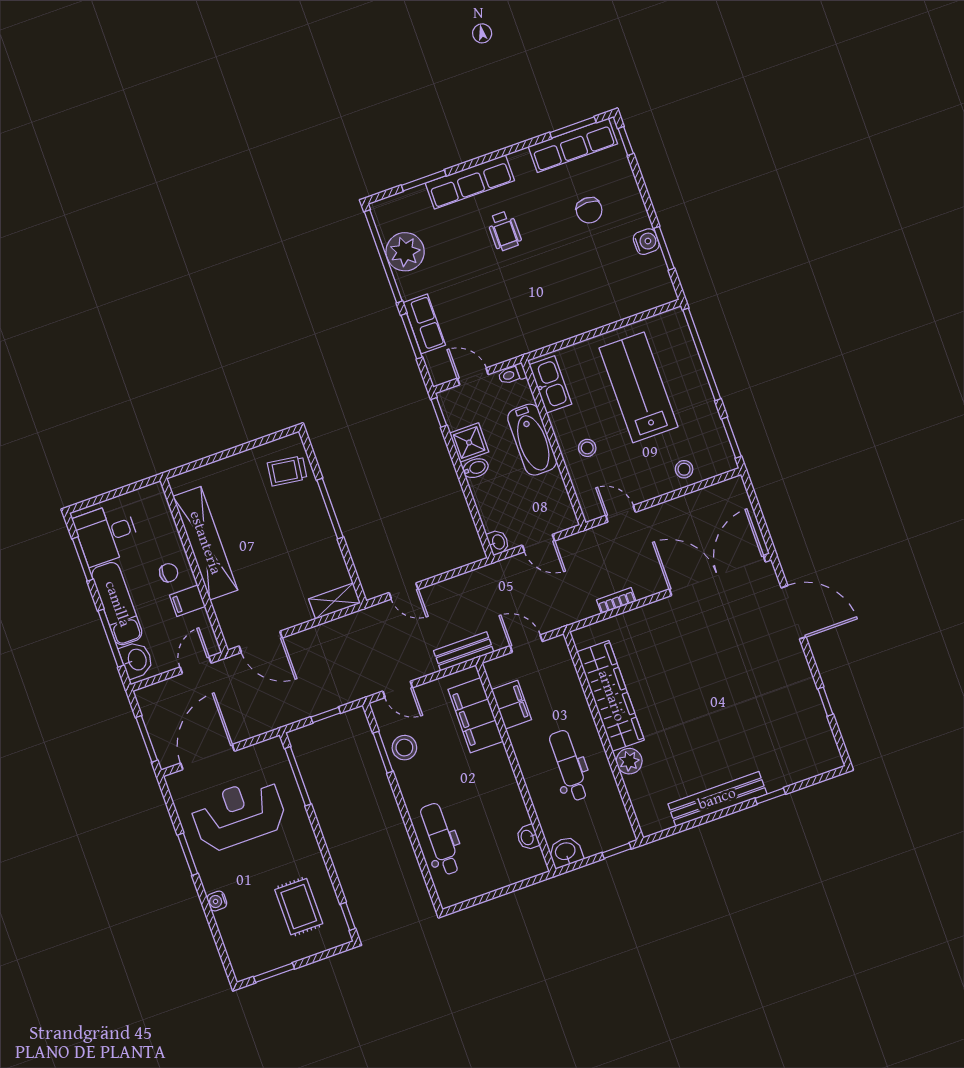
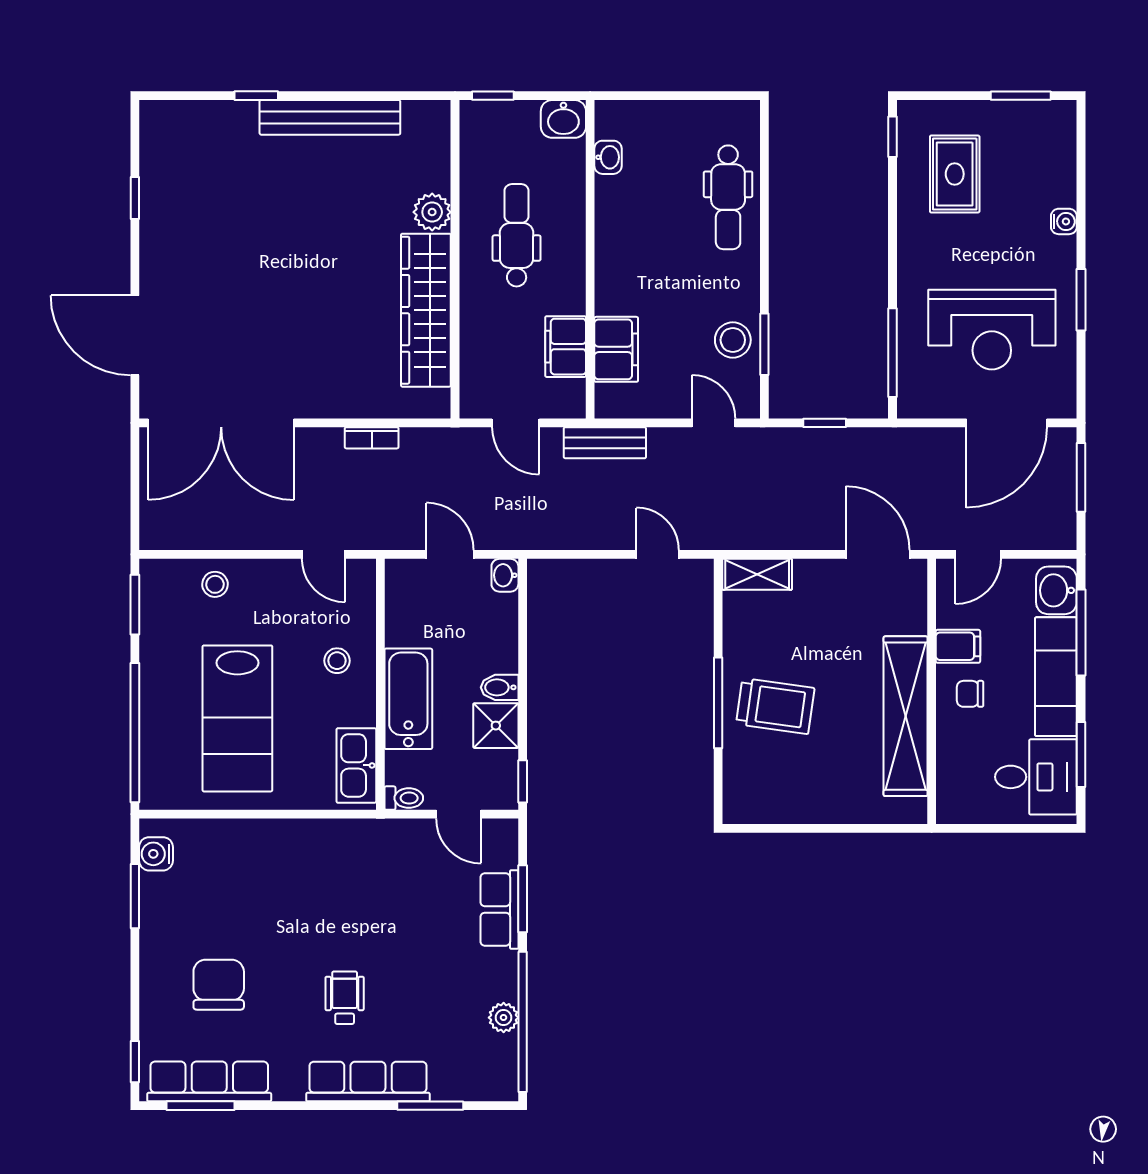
chair: (589, 210) -> (219, 985), width x1.37, depth x1.37
water cooler: (646, 242) -> (156, 854), moved
plant: (405, 252) -> (504, 1018), width x0.53, depth x0.53
trolley: (287, 471) -> (775, 706), moved, width x1.36, depth x1.39
filing cabinet: (476, 715) -> (616, 349), width x0.67, depth x0.86
dental chair: (569, 766) -> (517, 235), turned 180

